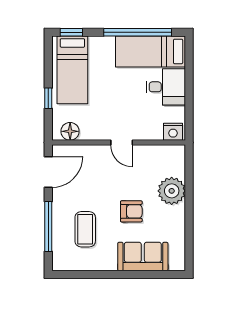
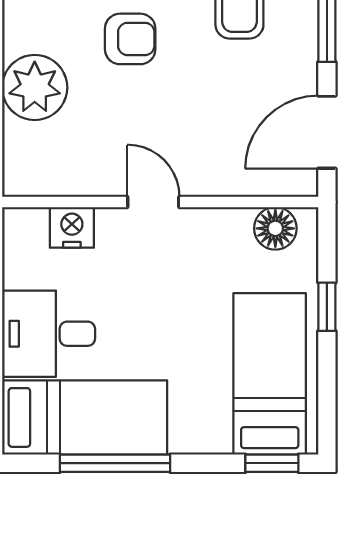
window: (138, 32) -> (115, 463), width x0.68
nightstand: (173, 132) -> (72, 227), moved
armchair: (131, 211) -> (130, 39), turned 180

